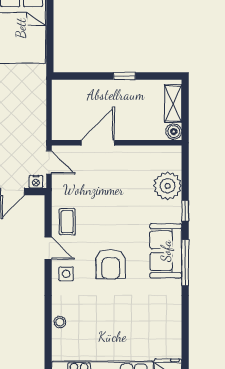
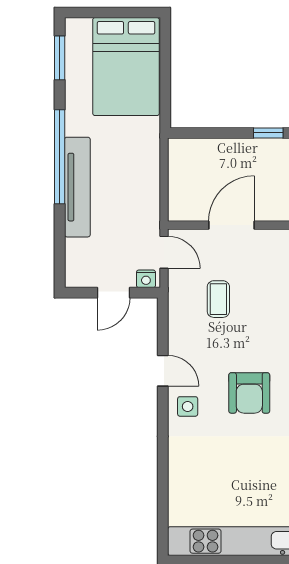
coffee table: (67, 222) -> (218, 299), moved
stool: (60, 322) -> (179, 473), removed

